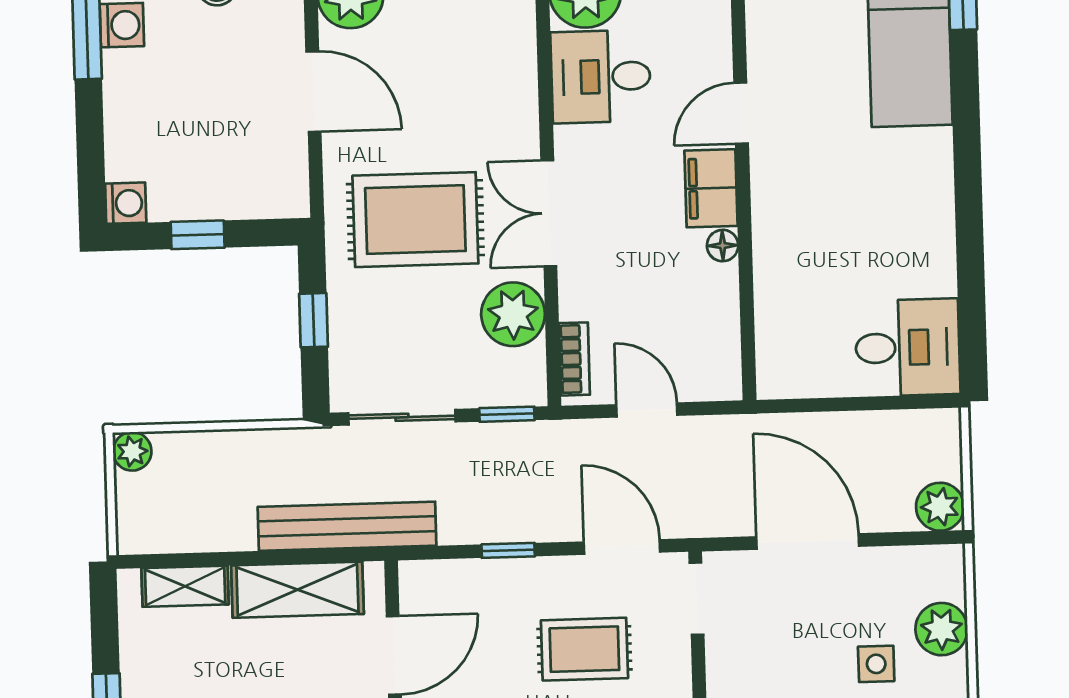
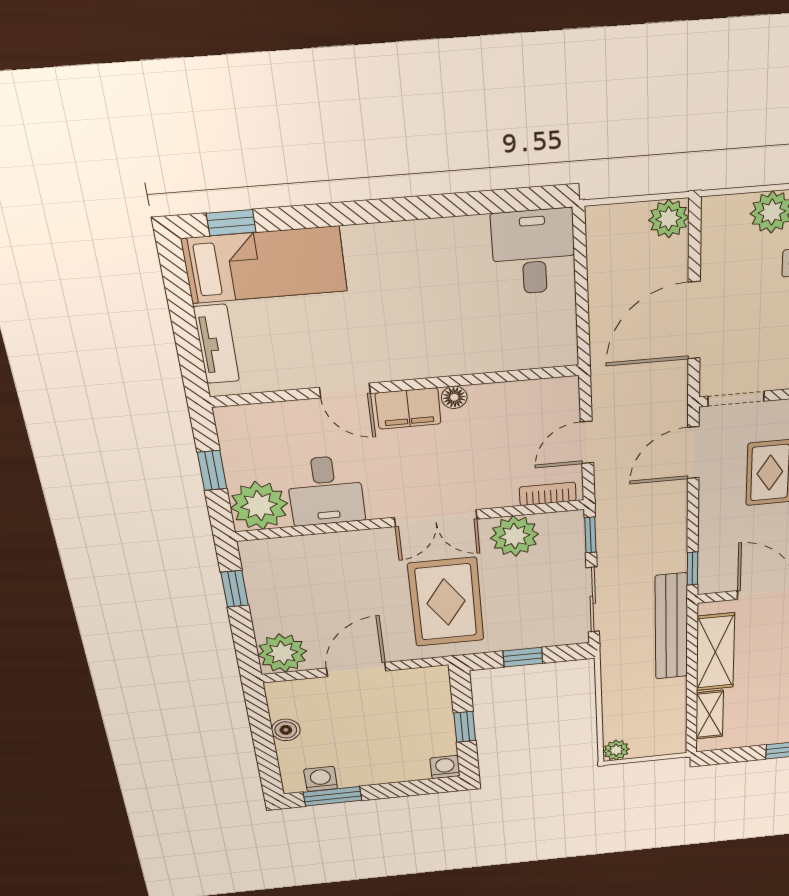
window: (508, 550) -> (692, 568), moved

